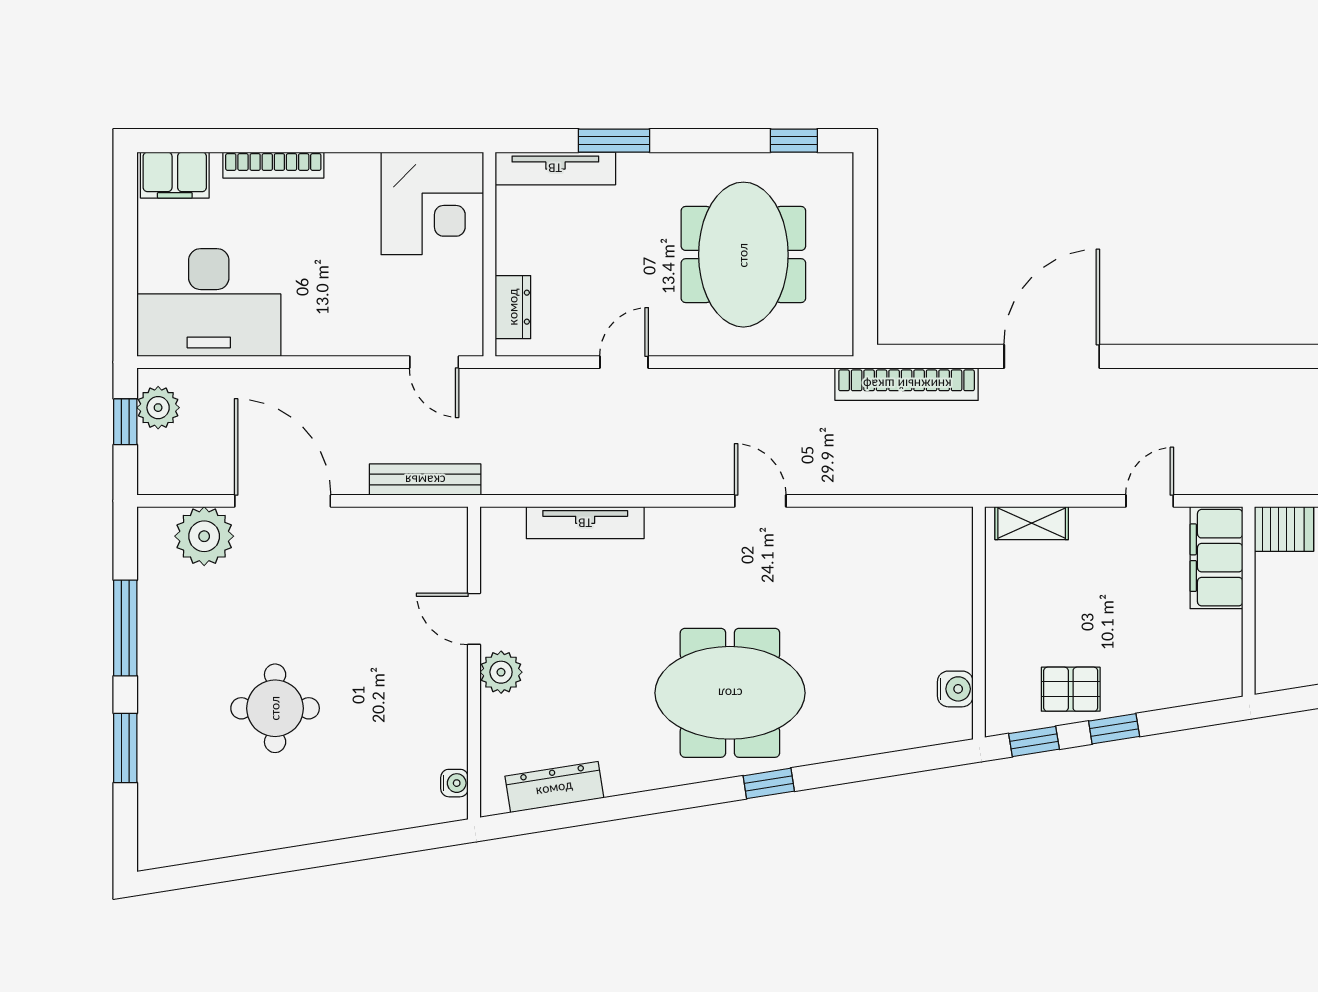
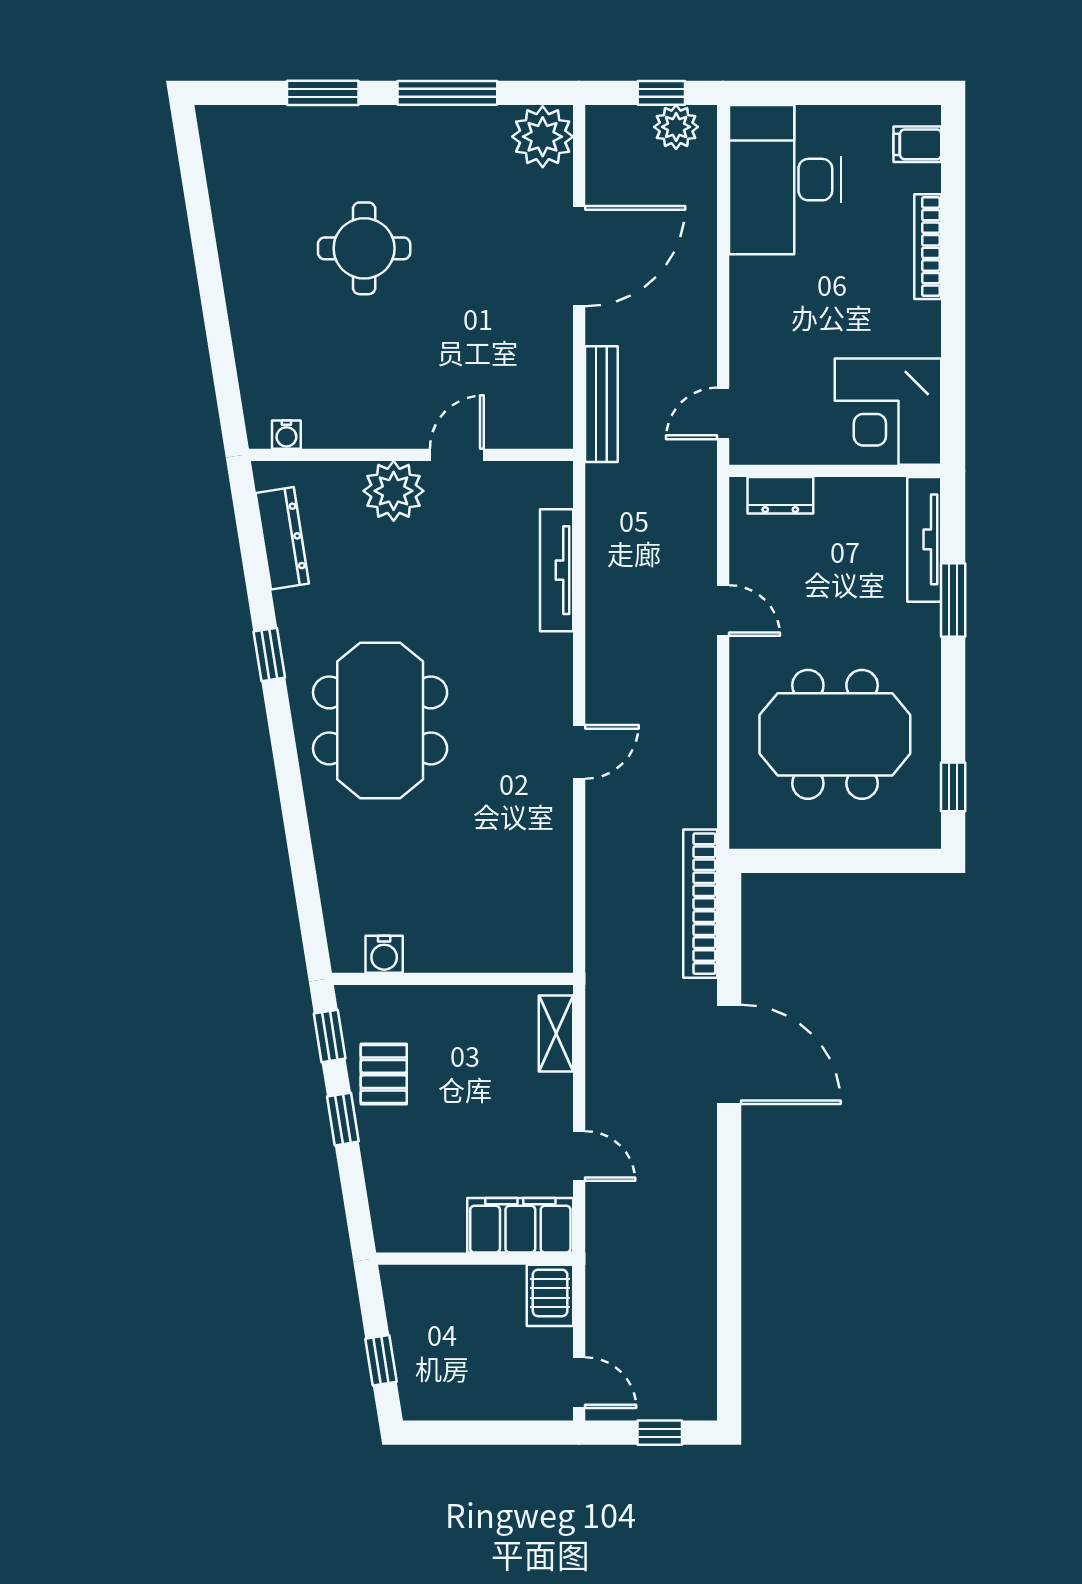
filing cabinet: (175, 175) -> (917, 144), width x0.50
plant: (204, 536) -> (543, 137), moved
plant: (501, 672) -> (394, 491), width x1.36, depth x1.36
window: (769, 783) -> (269, 654), moved

